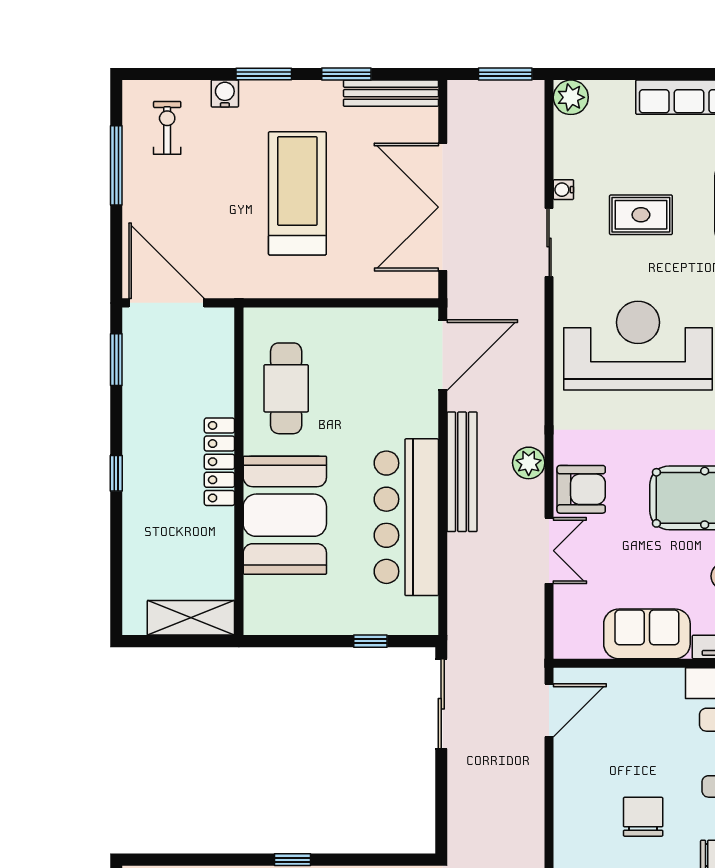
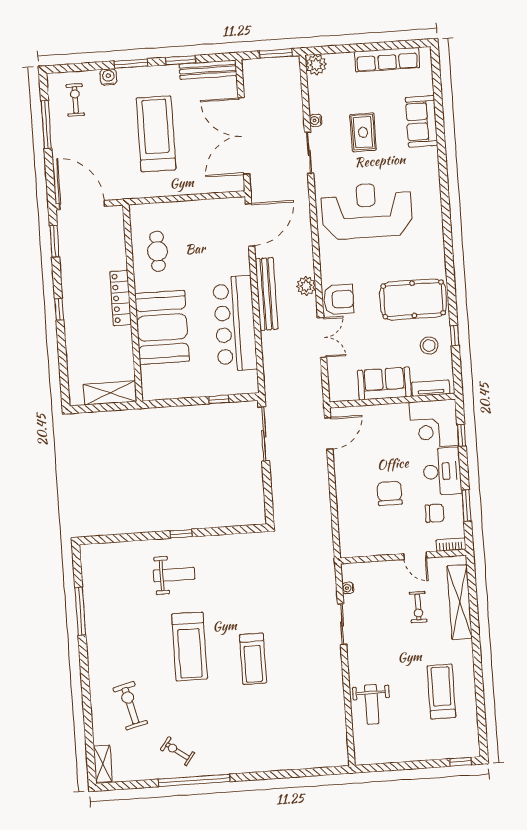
rug: (641, 215) -> (363, 132), turned 90
cafe table: (286, 388) -> (157, 251), width x0.73, depth x0.74

